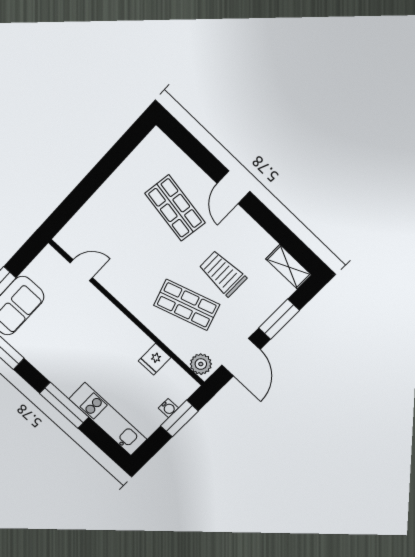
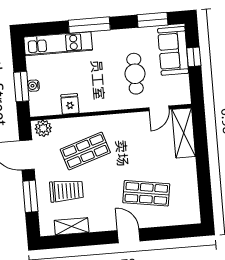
shelving: (83, 225) -> (184, 133), added
shelving: (289, 267) -> (72, 226), moved
trolley: (223, 273) -> (66, 191), moved
cafe table: (70, 323) -> (135, 74), added

